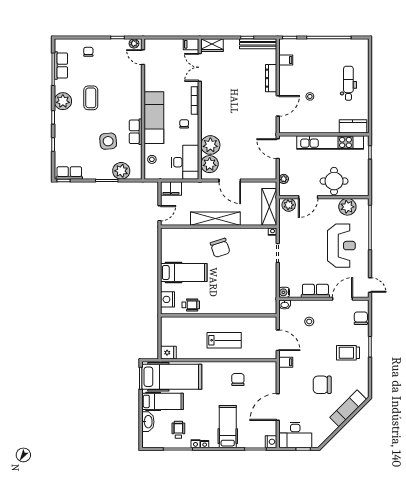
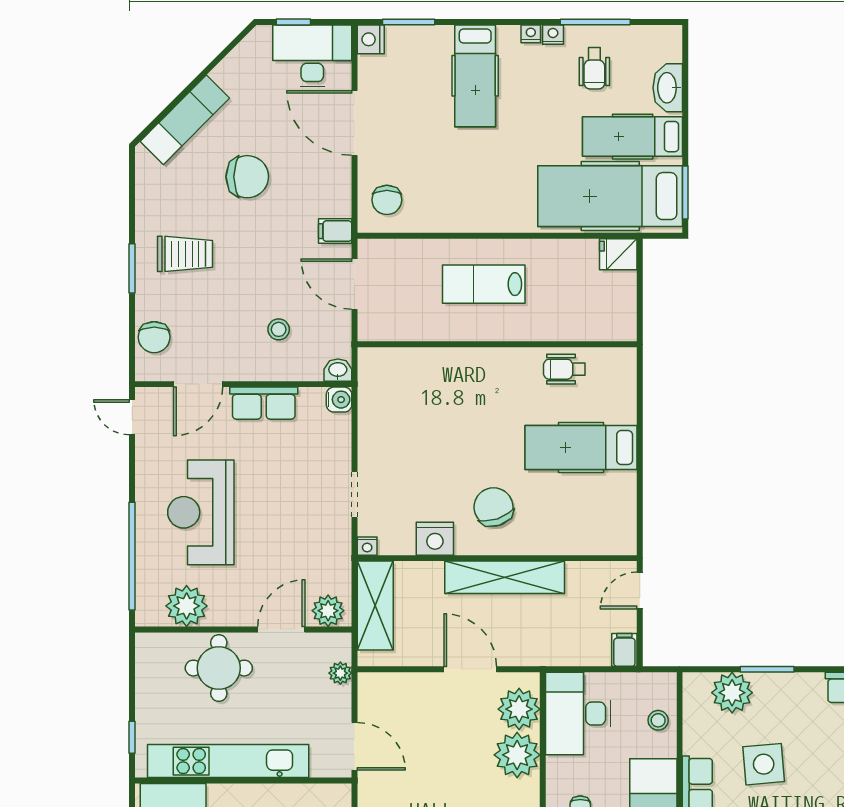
filing cabinet: (171, 189) -> (624, 650), width x0.50
nightstand: (168, 299) -> (435, 539), moved, turned 90
chair: (238, 380) -> (387, 200), moved
door: (278, 407) -> (354, 123), swing flipped

